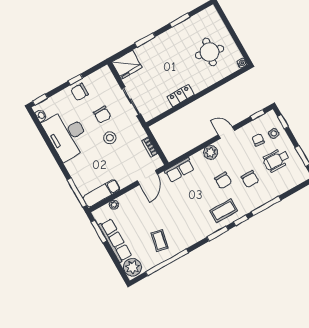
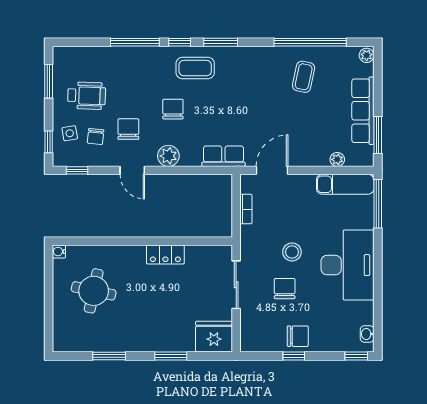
desk: (67, 135) -> (348, 265), moved
chair: (250, 179) -> (128, 129), moved
plant: (132, 267) -> (367, 55), width x0.53, depth x0.53

